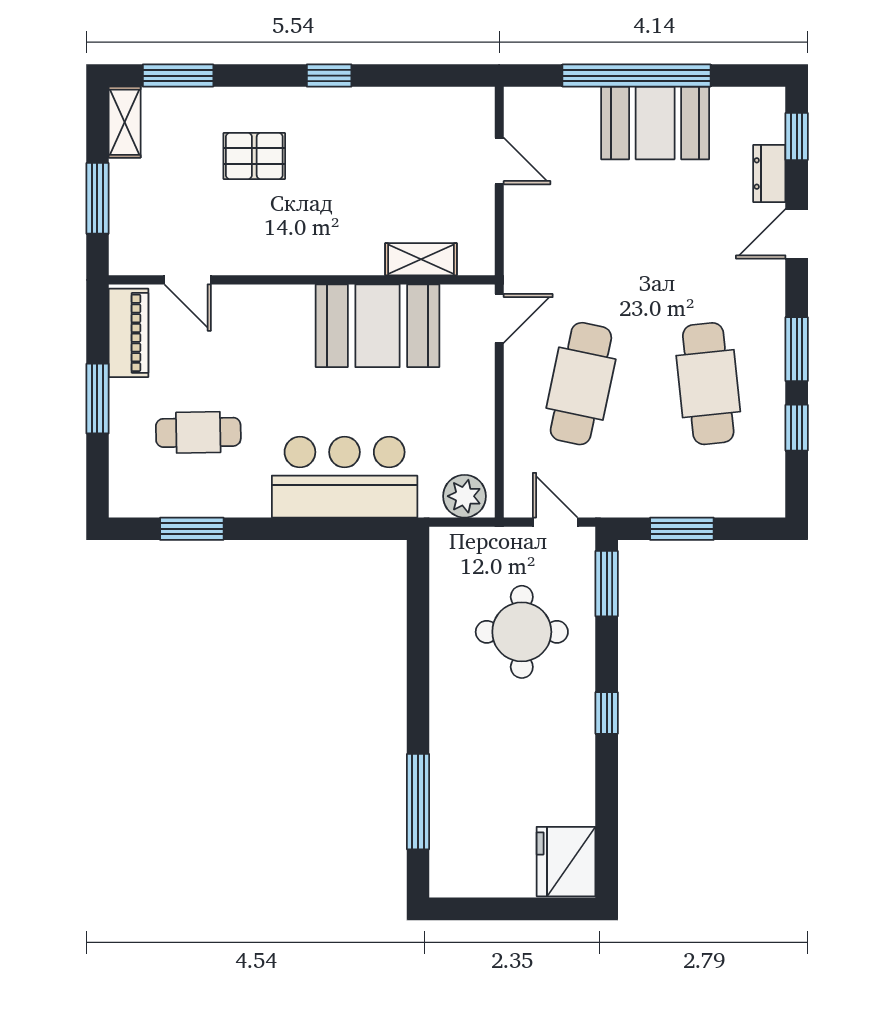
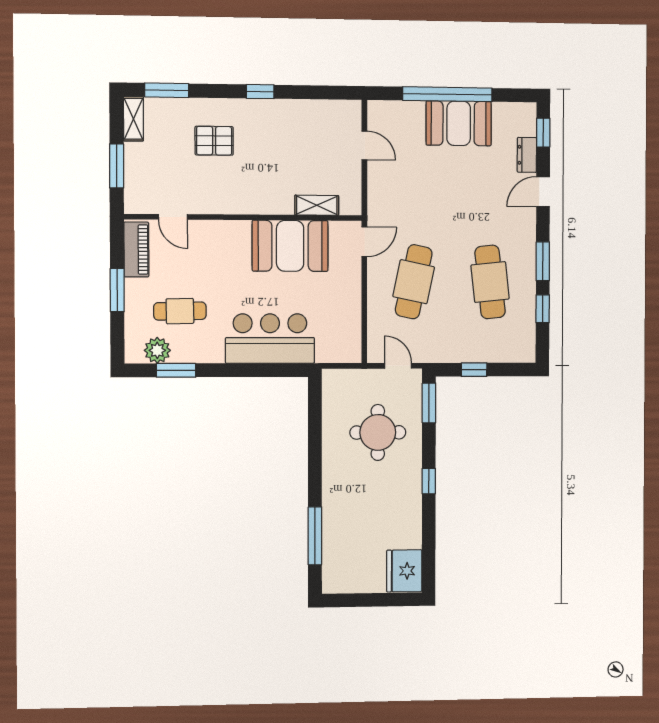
plant: (464, 496) -> (157, 350), moved
window: (682, 529) -> (474, 370), width x0.67

